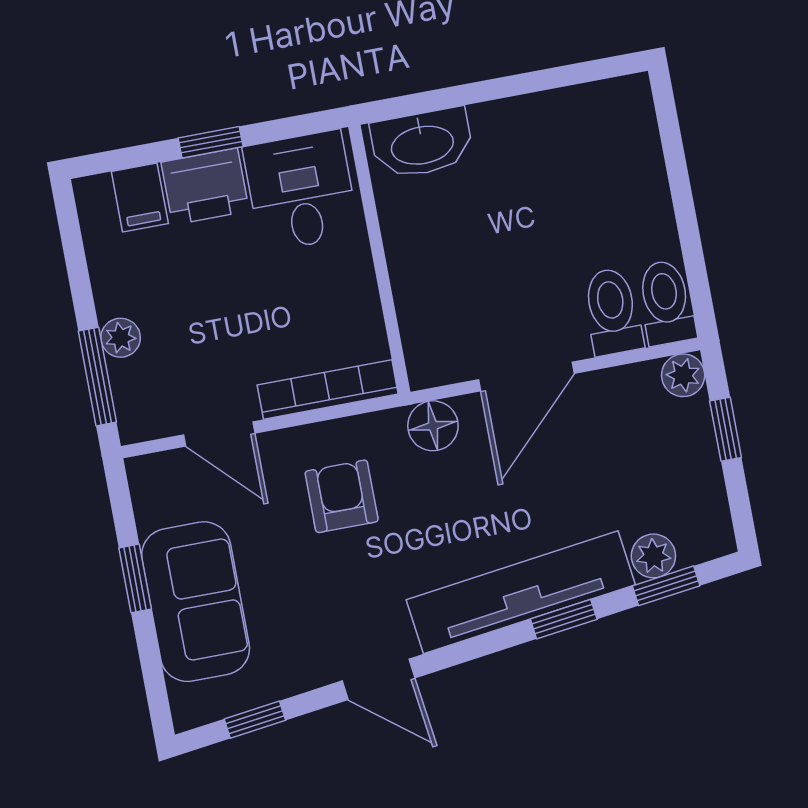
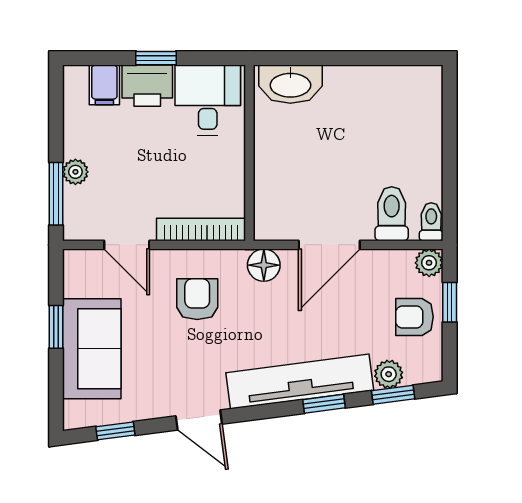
toilet: (666, 303) -> (431, 222), width x0.73, depth x0.72
armchair: (676, 462) -> (415, 317), added

